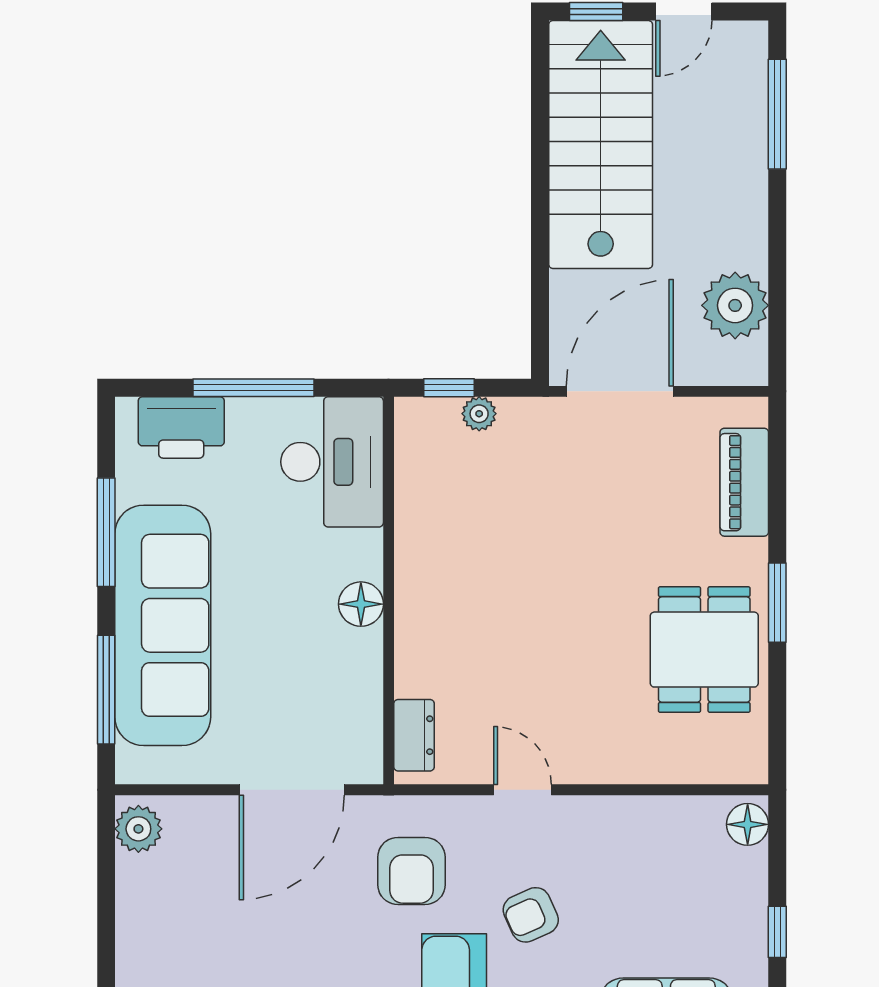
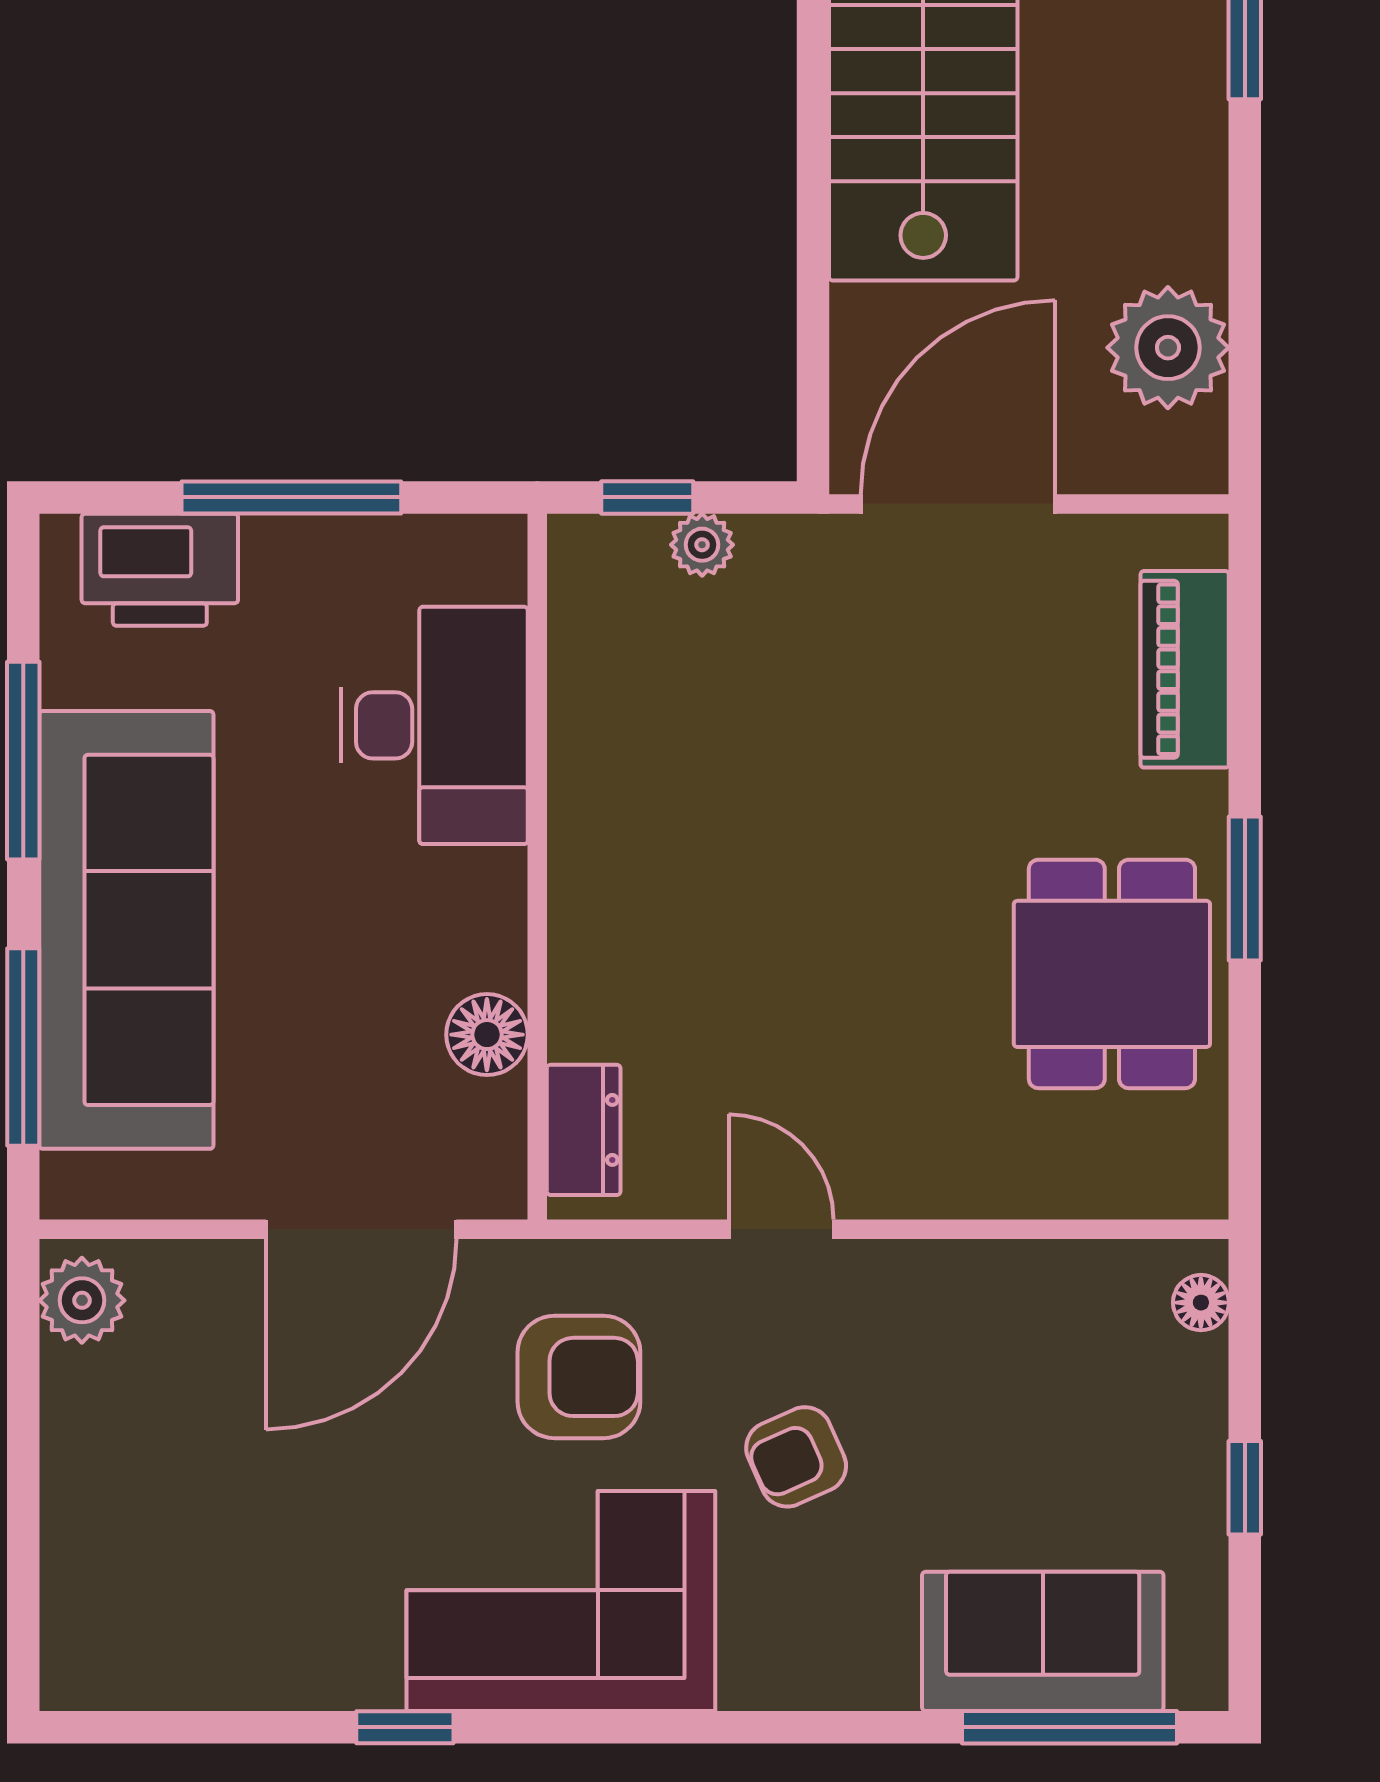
desk: (332, 462) -> (434, 725), moved
floor lamp: (361, 604) -> (487, 1035), moved
floor lamp: (748, 824) -> (1201, 1303), width x0.73, depth x0.73
armchair: (411, 871) -> (579, 1377), turned -90

